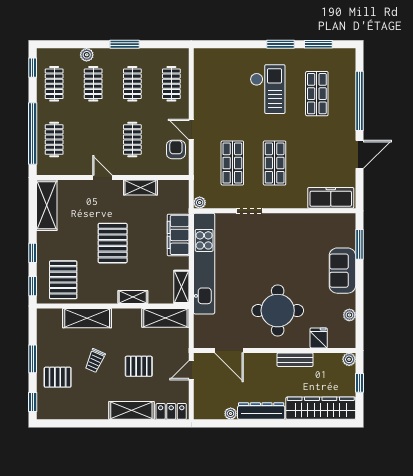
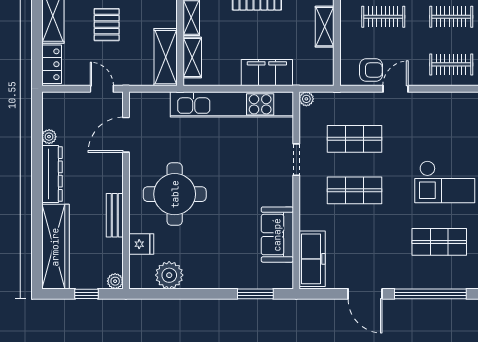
sofa: (342, 271) -> (277, 235), moved, turned -90
shelving: (181, 287) -> (192, 58), moved, turned 90
plant: (349, 315) -> (169, 275), width x1.88, depth x1.88

